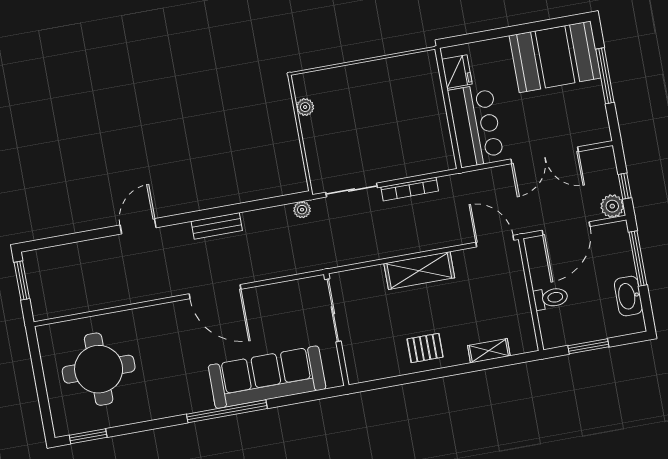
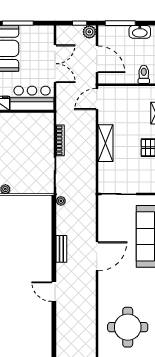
toilet: (551, 298) -> (144, 74), moved

